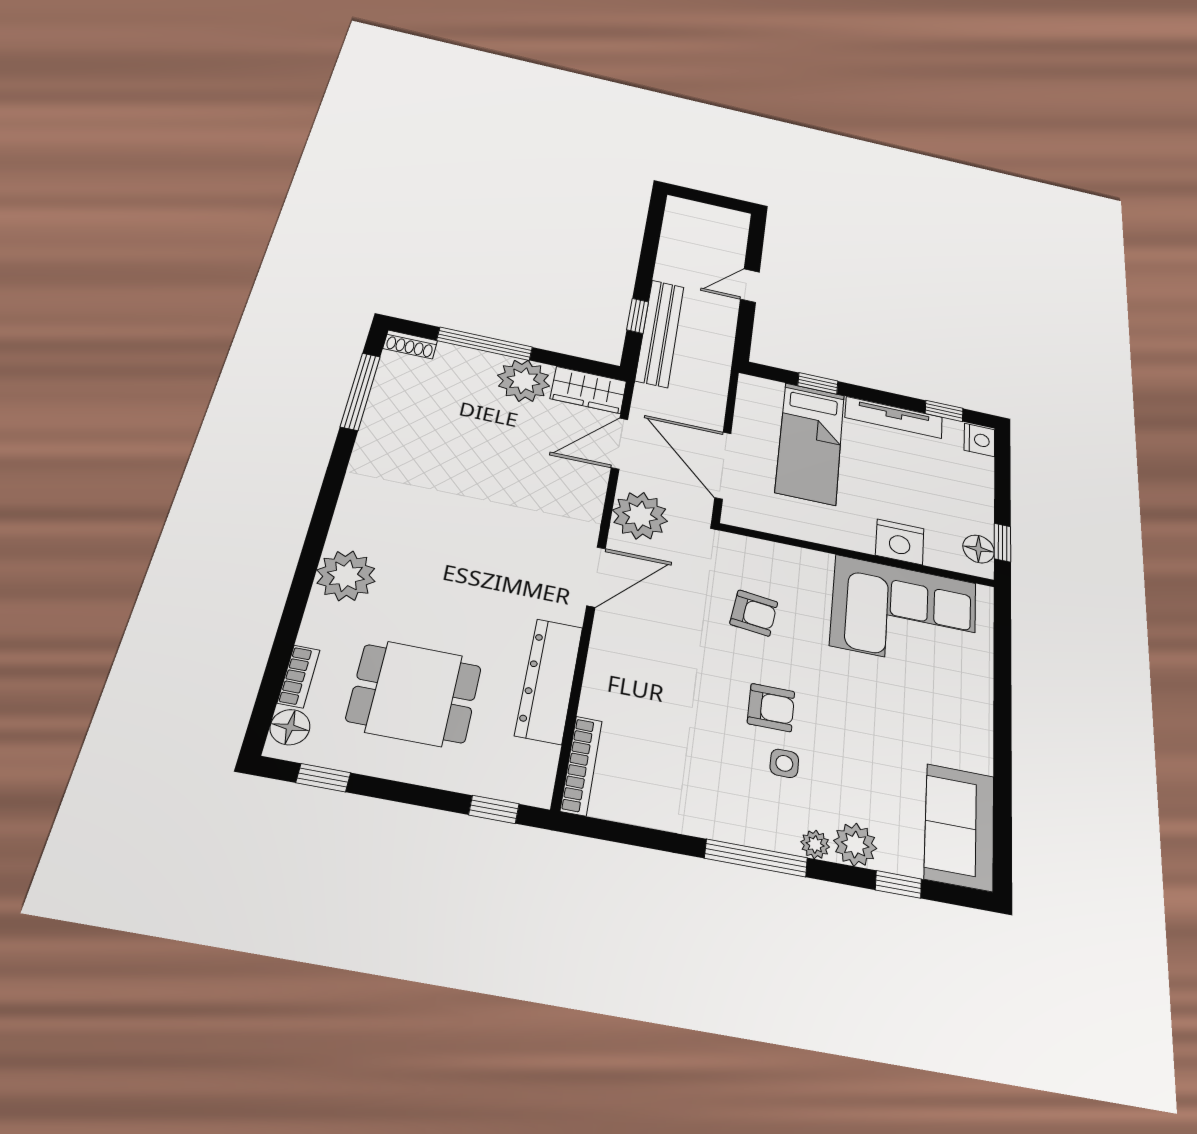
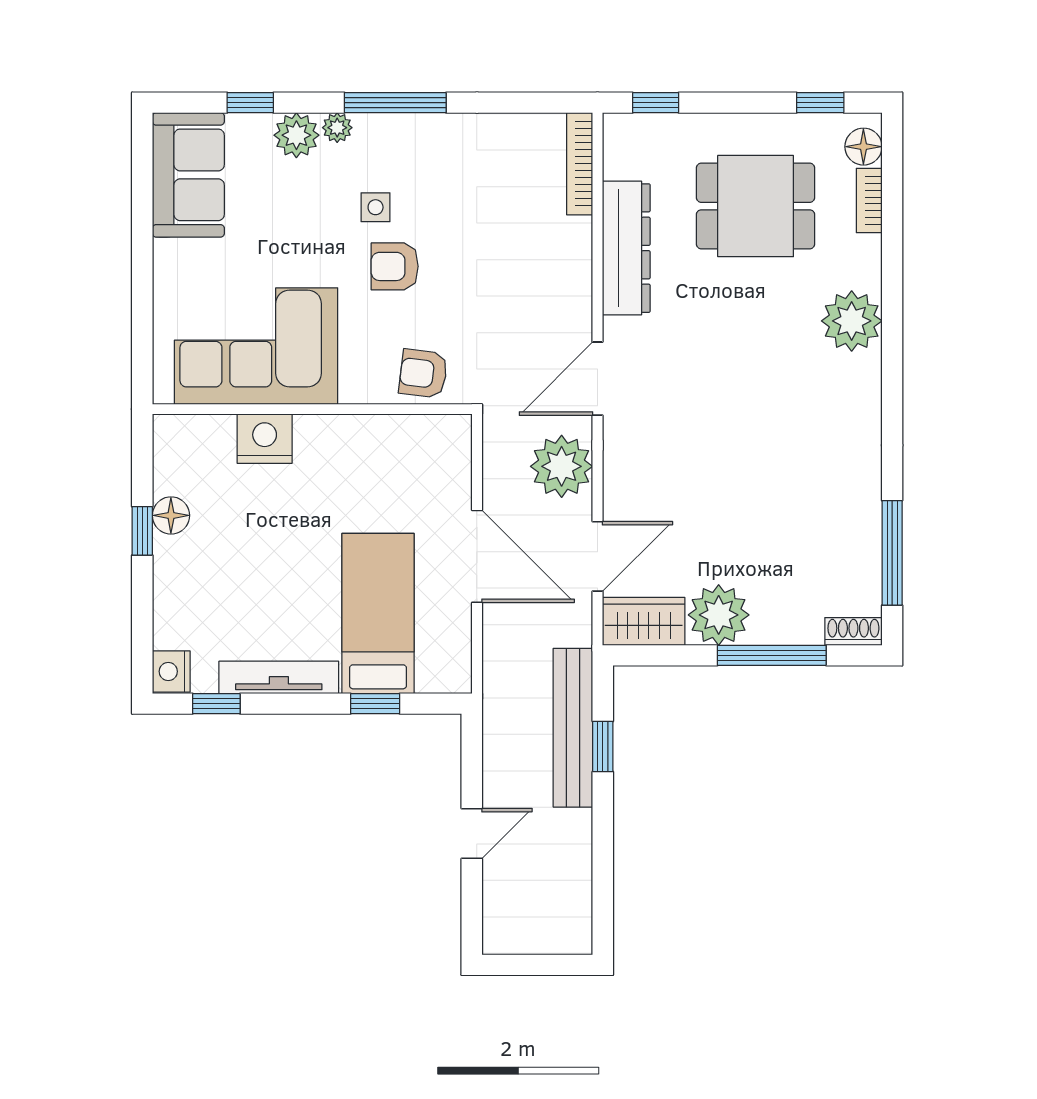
nightstand: (900, 542) -> (265, 439), moved
wall: (858, 555) -> (312, 409), moved
corner sofa: (904, 614) -> (256, 346), moved

